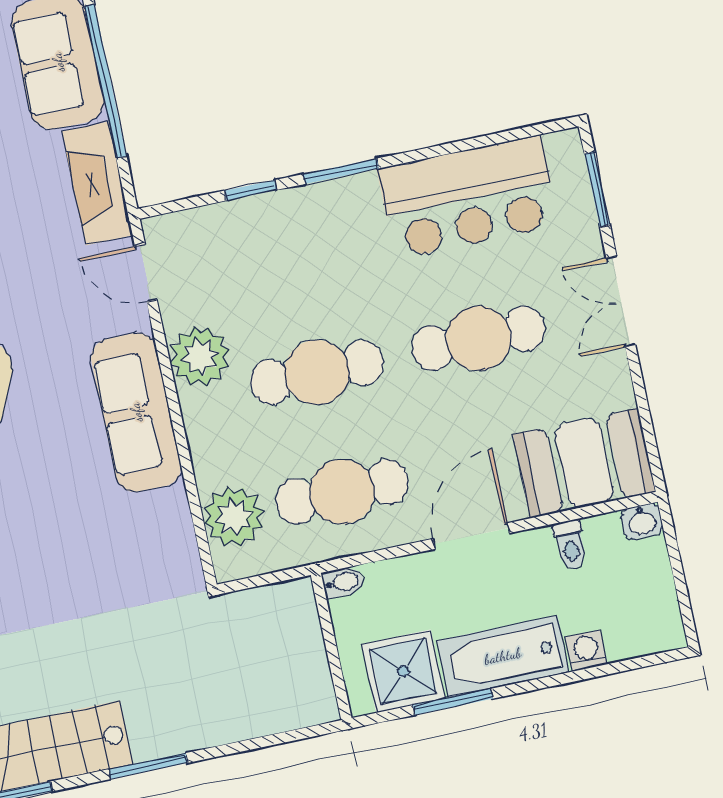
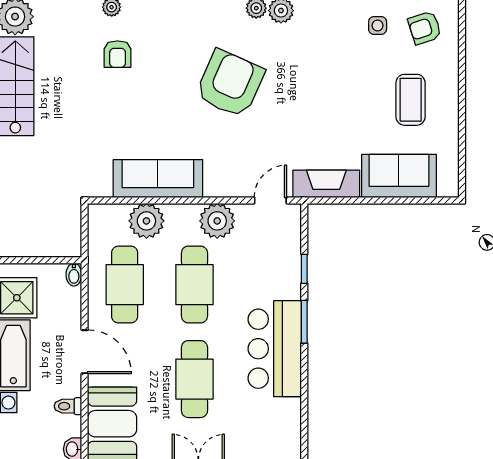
window: (105, 81) -> (383, 200), removed
bar counter: (468, 197) -> (275, 349), moved
sofa: (136, 412) -> (158, 179), moved
plant: (234, 517) -> (146, 221), moved

